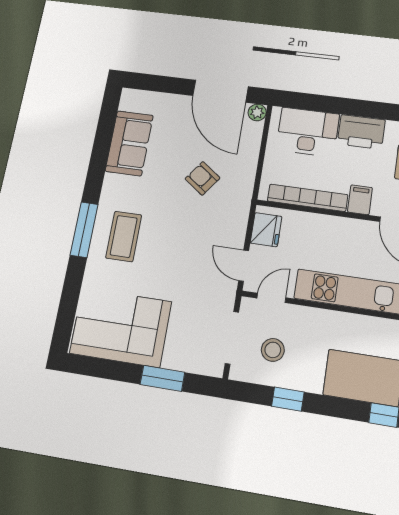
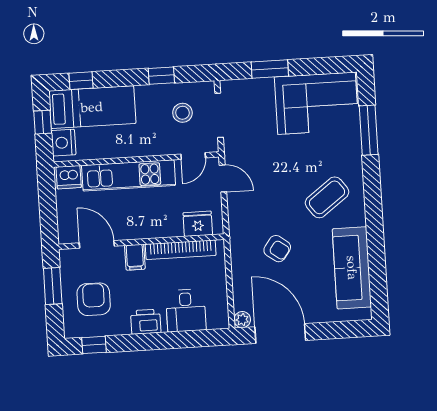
desk: (308, 132) -> (186, 310), width x0.73
printer: (361, 132) -> (146, 322), width x0.73, depth x0.84
sofa: (129, 143) -> (352, 268), width x1.36
window: (84, 230) -> (369, 130), moved
fridge: (266, 230) -> (198, 224), moved, turned 90
coffee table: (124, 236) -> (327, 197), moved, turned 53

